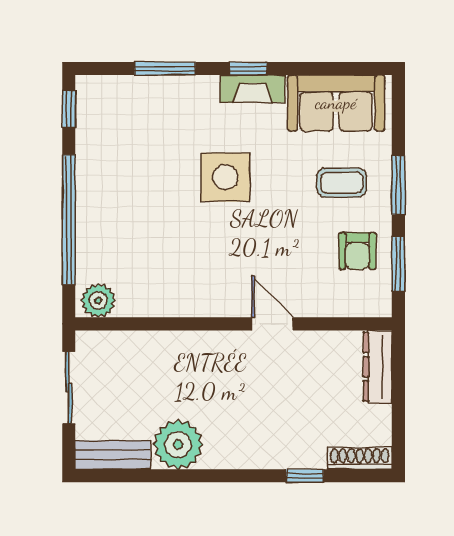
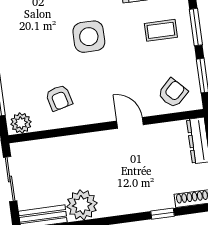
armchair: (357, 251) -> (173, 93), moved, turned -134
armchair: (164, 269) -> (59, 98), added

